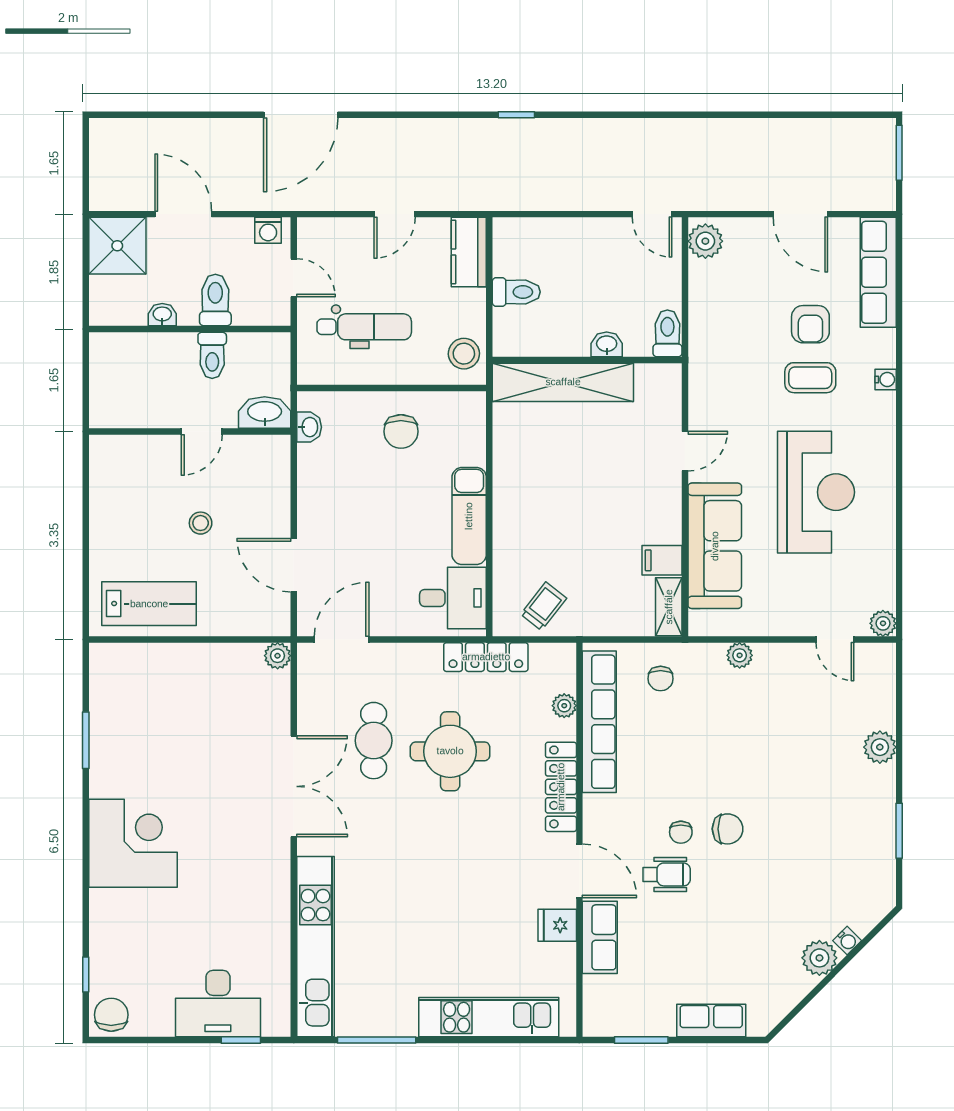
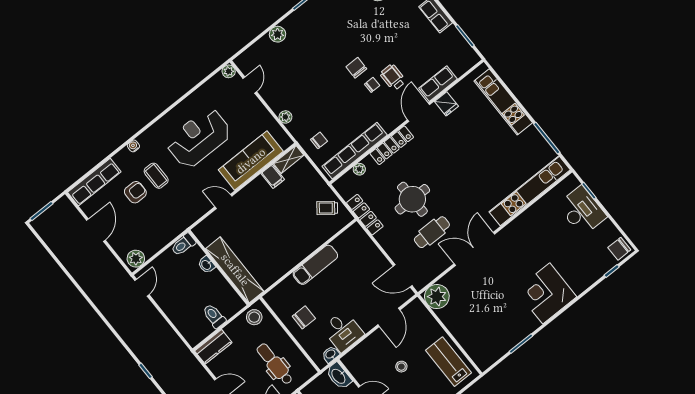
desk: (453, 598) -> (343, 331), moved, turned 180
plant: (278, 656) -> (437, 297), width x1.88, depth x1.88

